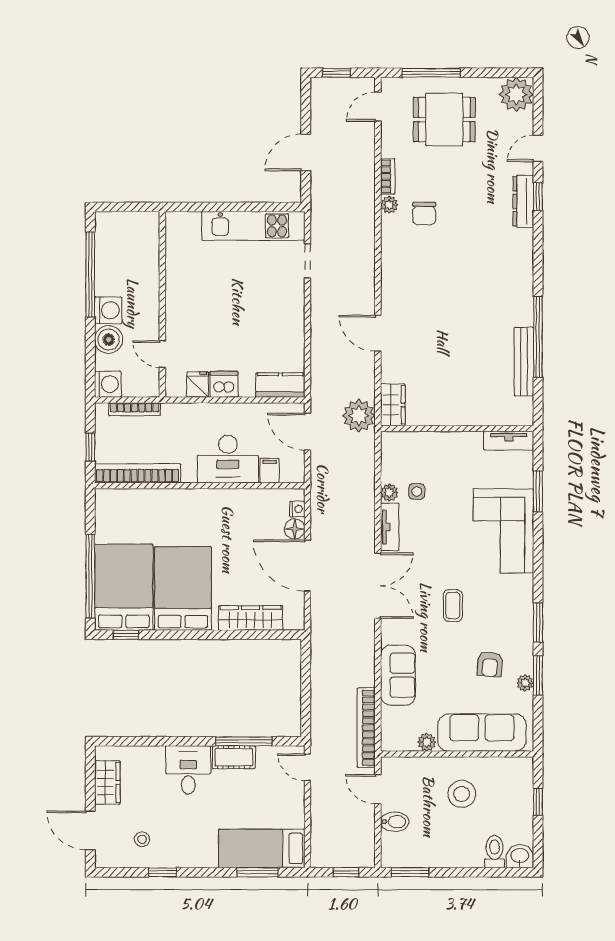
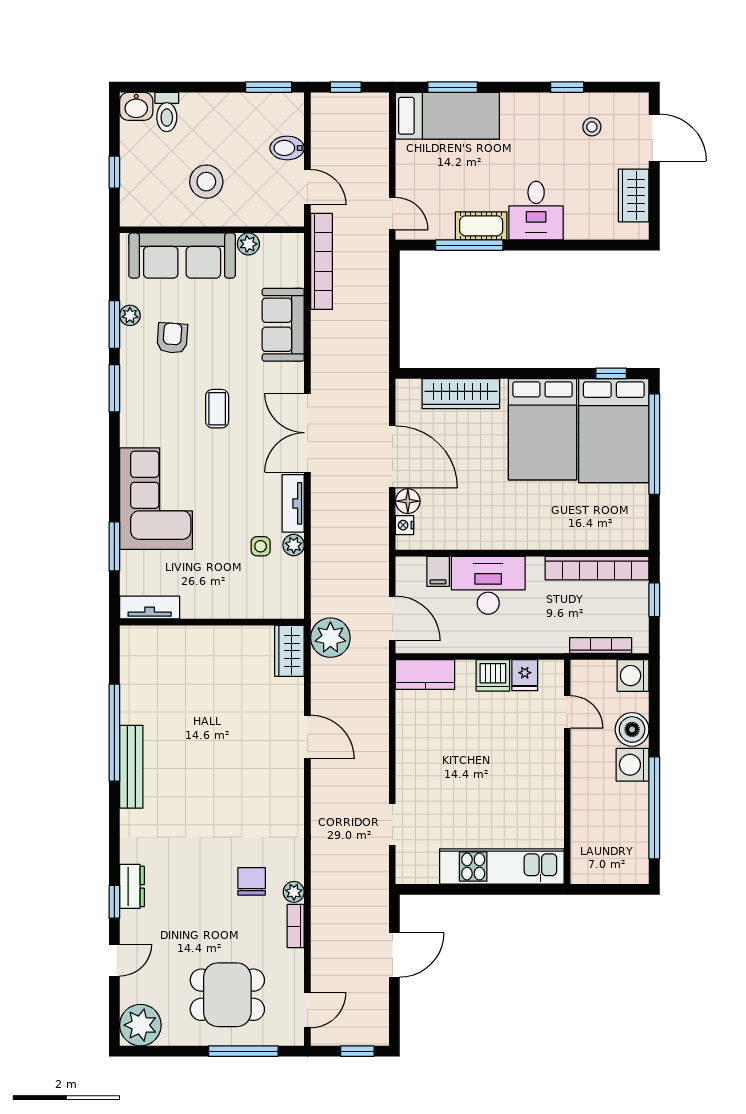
dresser: (523, 201) -> (132, 886), width x0.70
kitchen unit: (253, 226) -> (502, 867), moved
bench: (524, 362) -> (131, 767), moved

